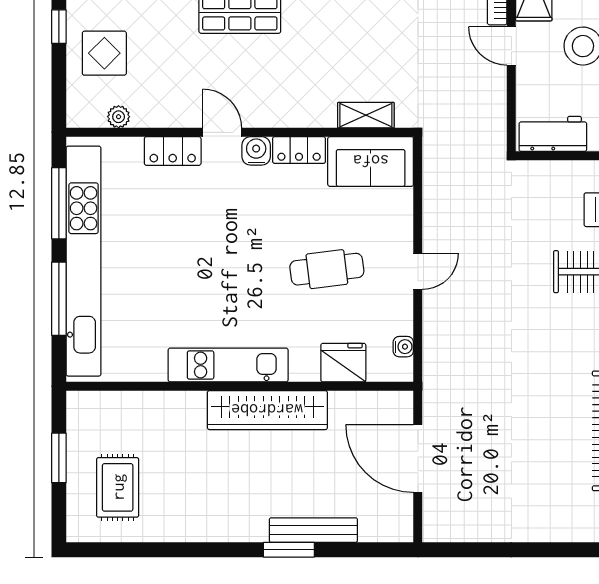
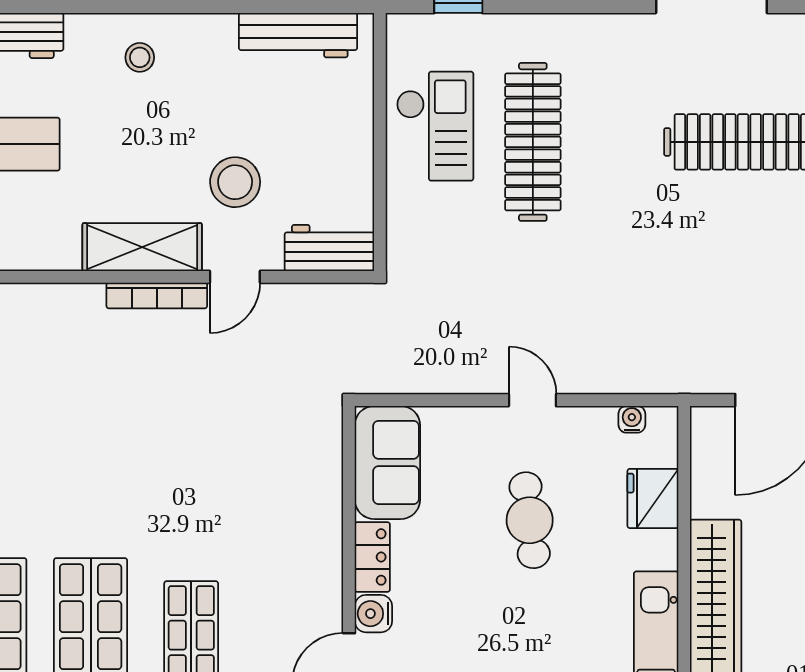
shelving: (366, 115) -> (326, 469), removed
workbench: (553, 134) -> (329, 248), moved, turned 90

